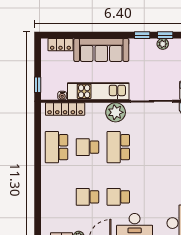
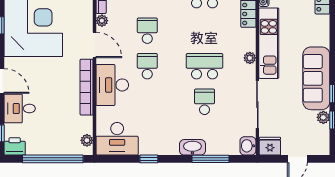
sofa: (101, 50) -> (316, 78), moved
plant: (116, 112) -> (250, 58), width x0.53, depth x0.53
school desk: (87, 147) -> (205, 102), moved

